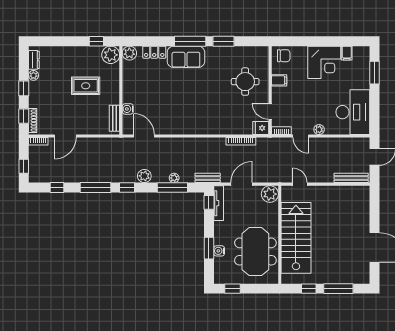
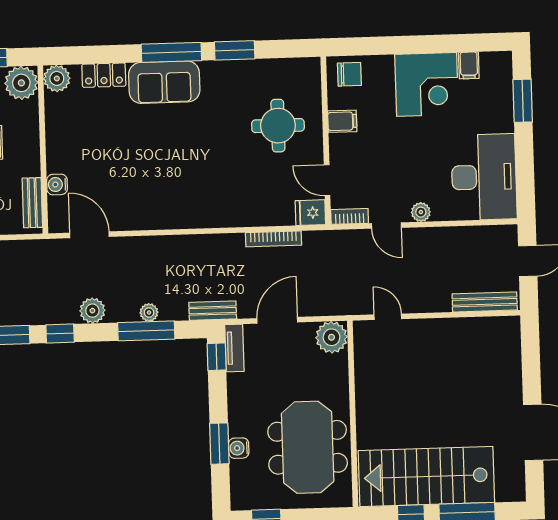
tv unit: (219, 203) -> (234, 348), width x0.71
stairs: (296, 238) -> (426, 477), moved, turned -90

